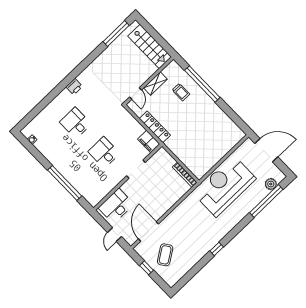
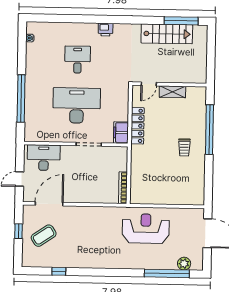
stairs: (150, 46) -> (167, 34), moved, turned -90
trolley: (181, 92) -> (184, 147), moved
desk: (104, 152) -> (77, 105), width x1.87, depth x1.30
reception desk: (225, 186) -> (146, 229), width x0.74, depth x0.77
window: (217, 249) -> (59, 271), moved

